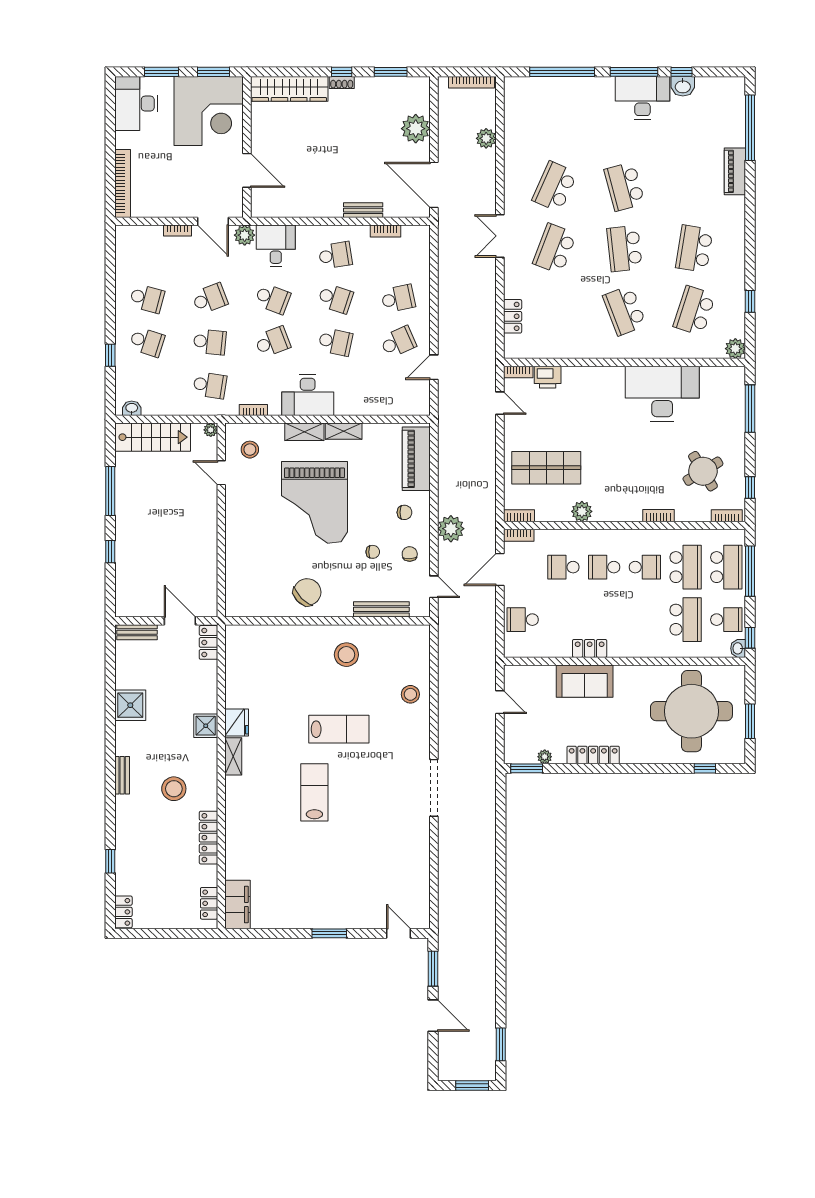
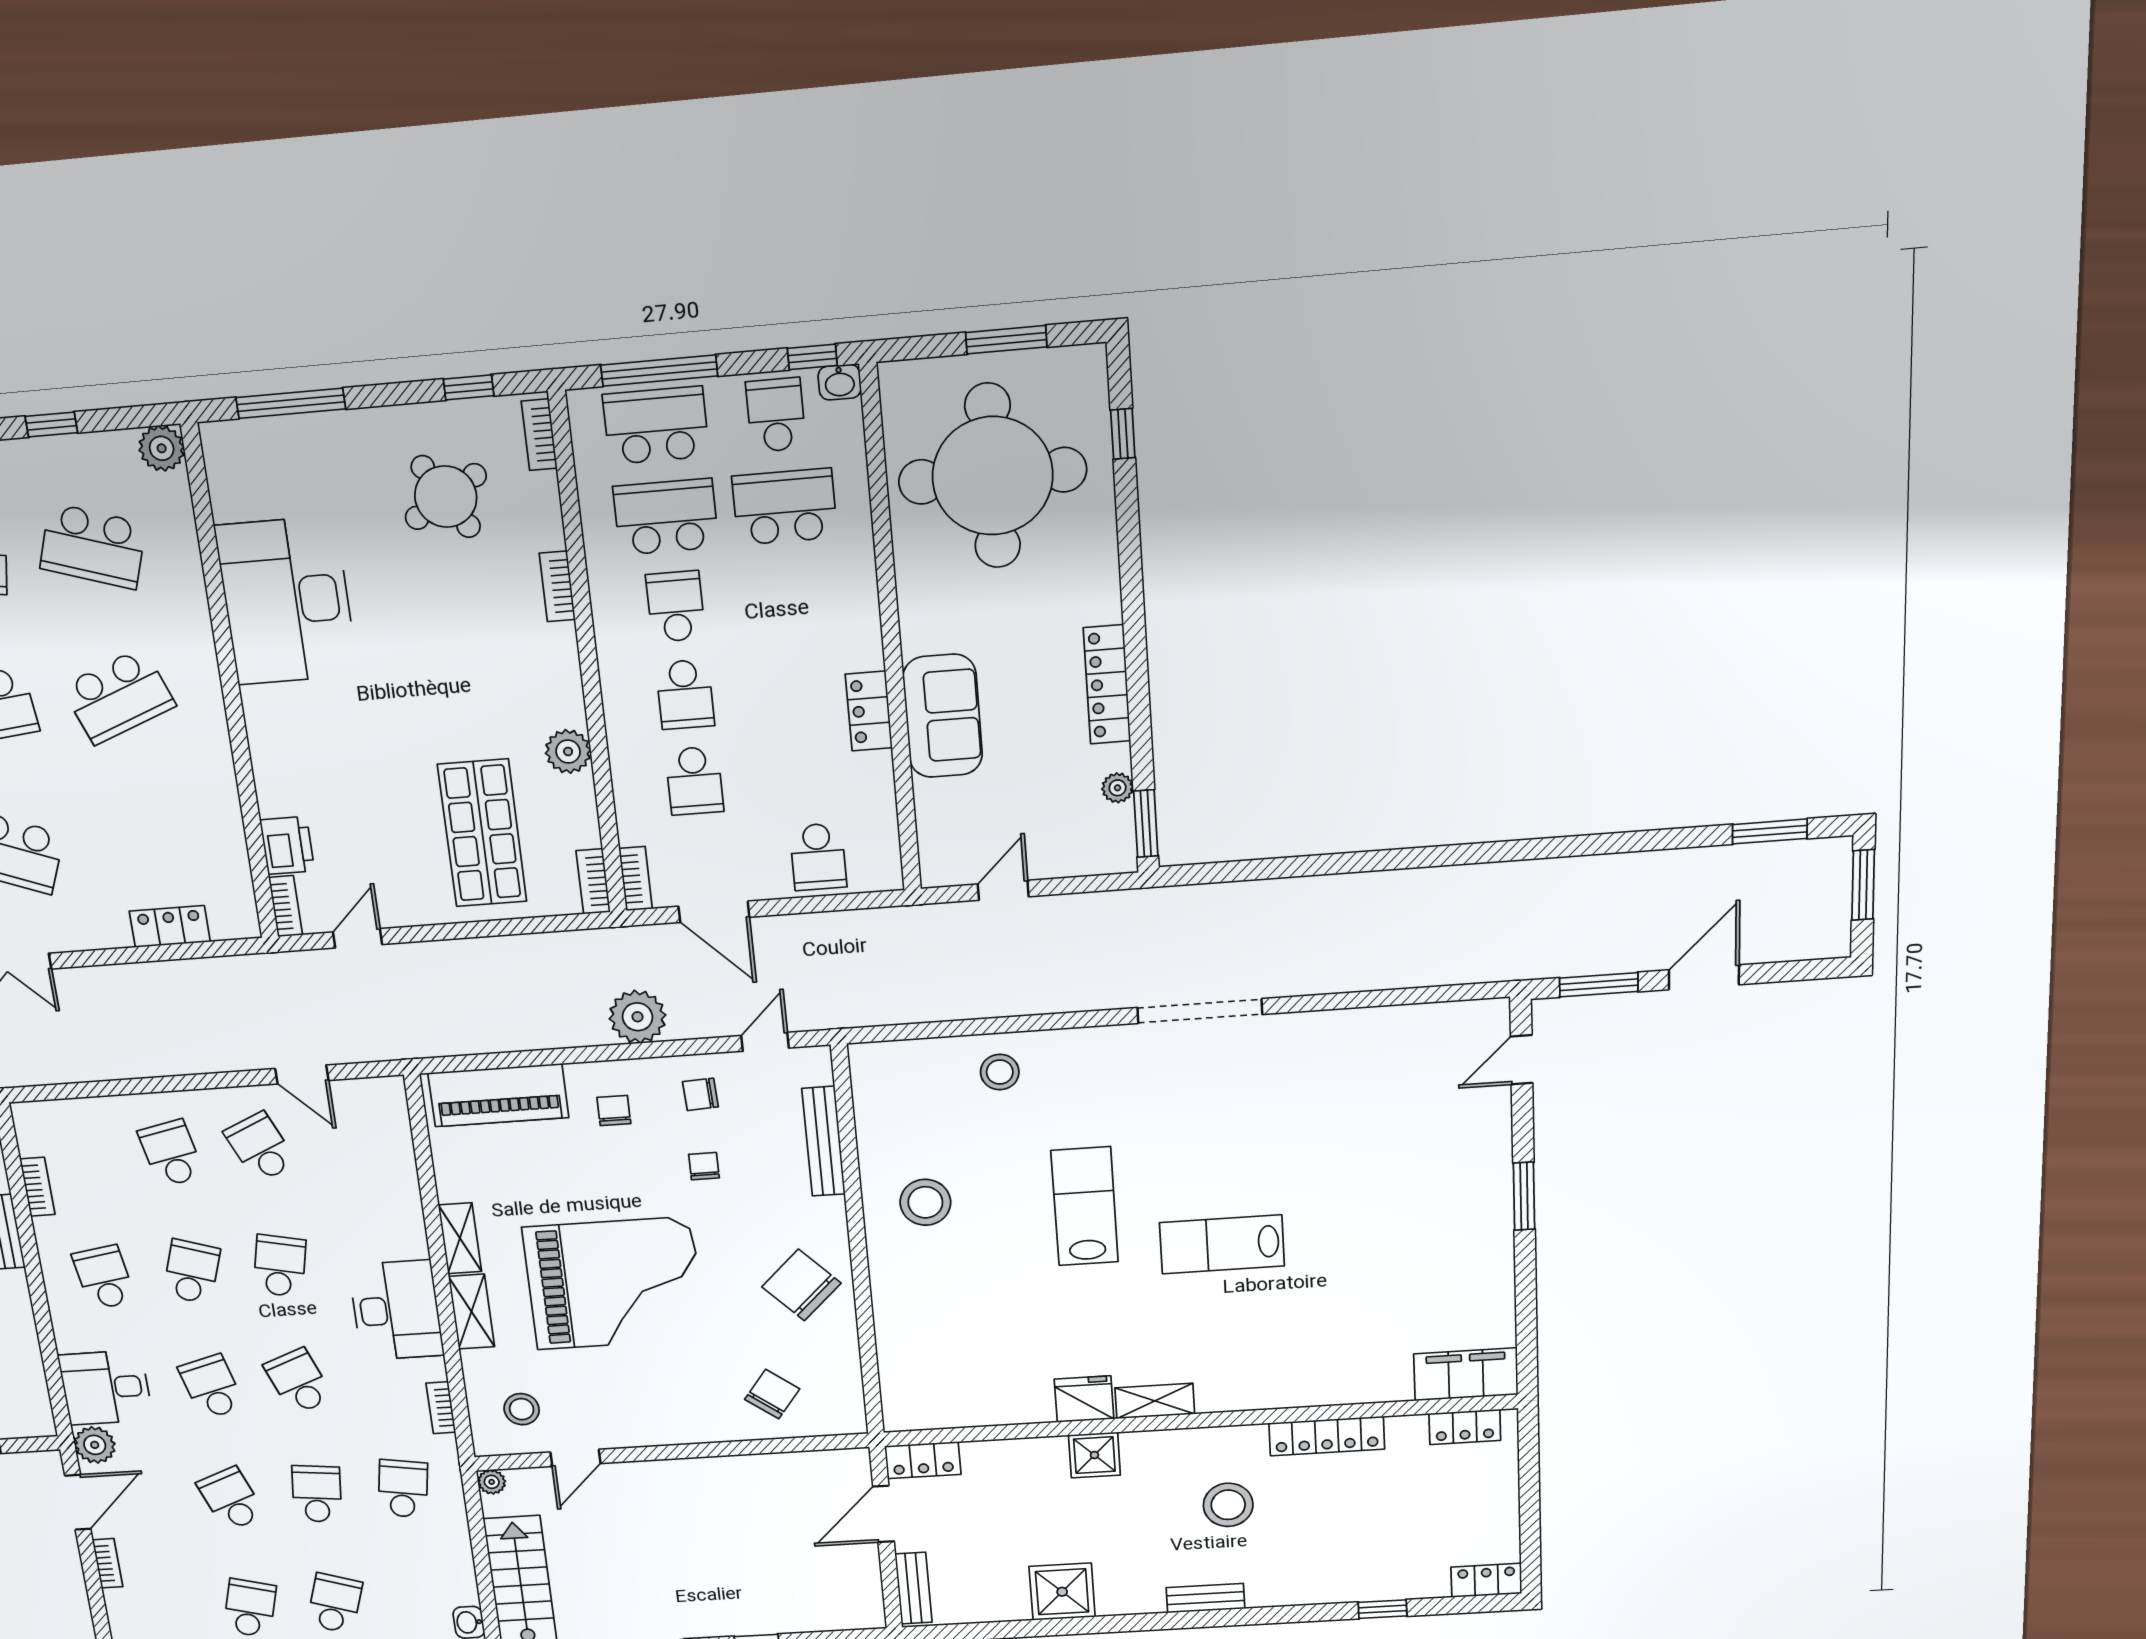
school desk: (273, 299) -> (212, 1387), turned -36
chair: (250, 573) -> (772, 1394), added

